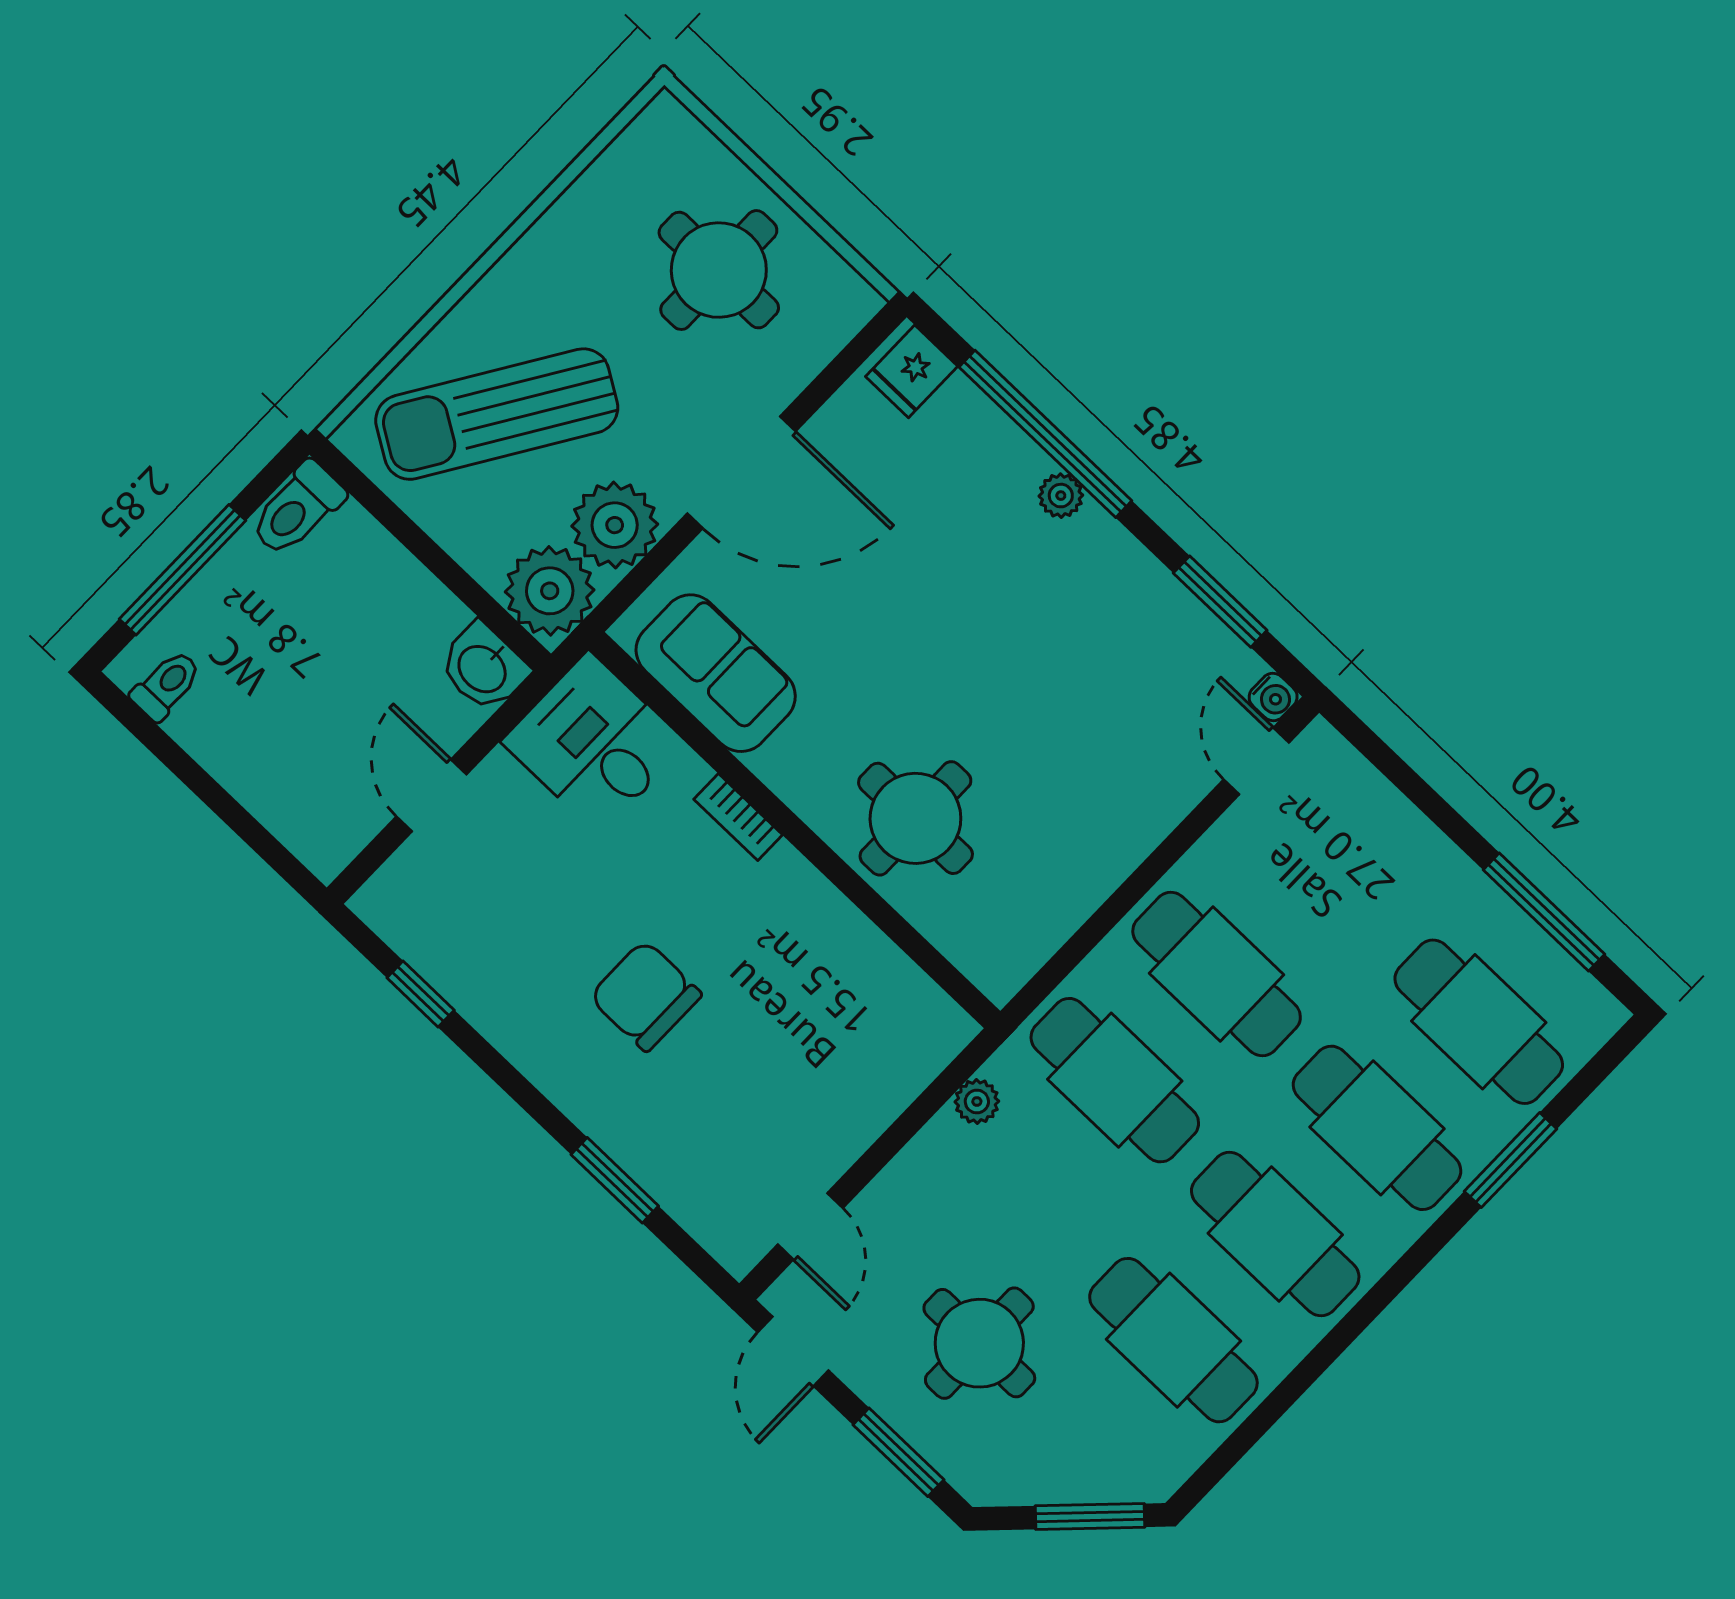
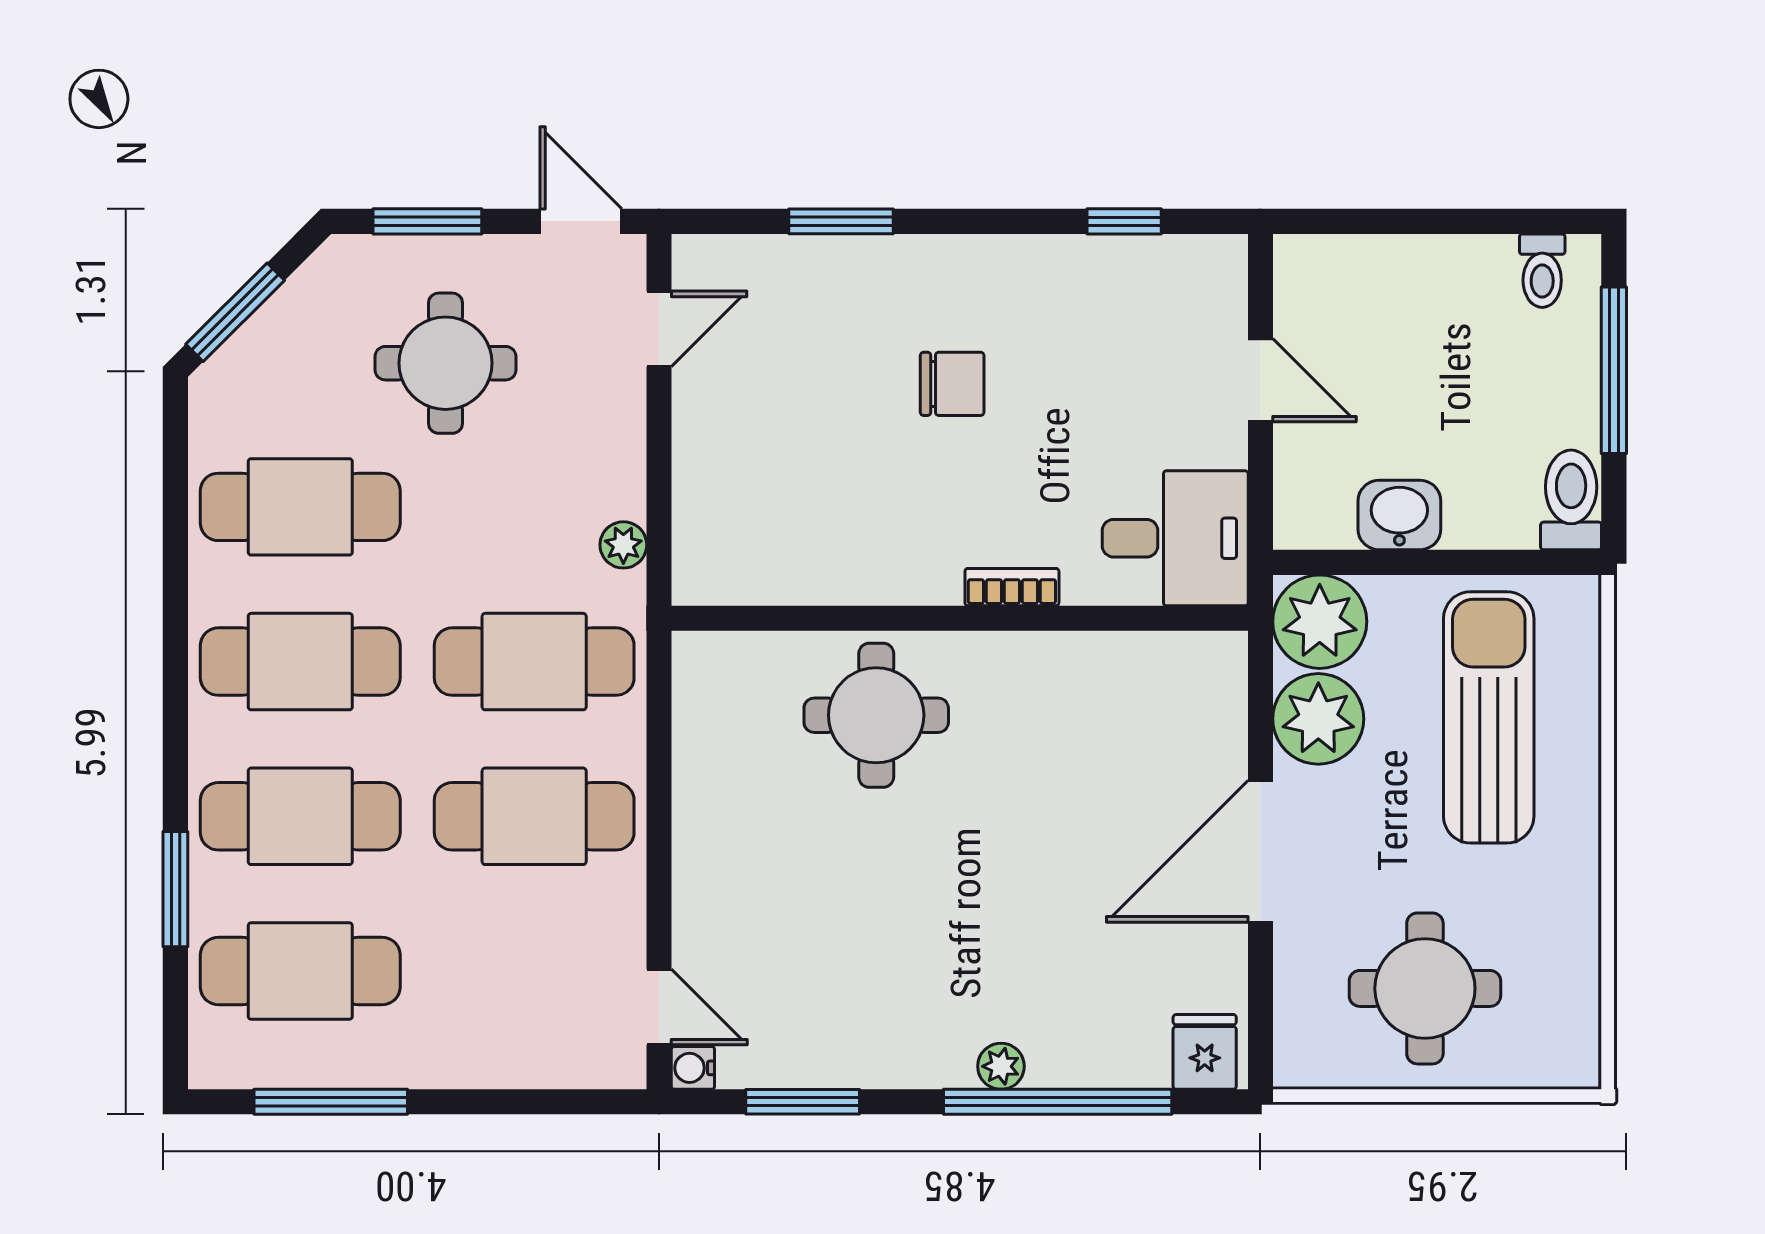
sun lounger: (497, 414) -> (1489, 717), turned -32
washbasin: (483, 668) -> (1399, 515), moved
sofa: (716, 673) -> (1134, 680), removed
chair: (645, 996) -> (952, 384), width x0.73, depth x0.73
door: (810, 1226) -> (659, 329), swing flipped

